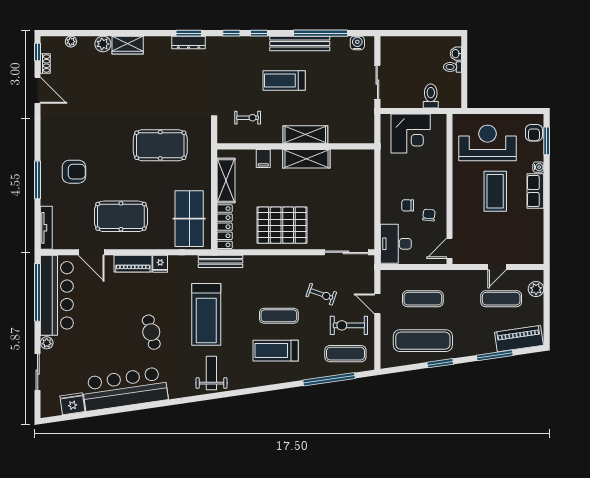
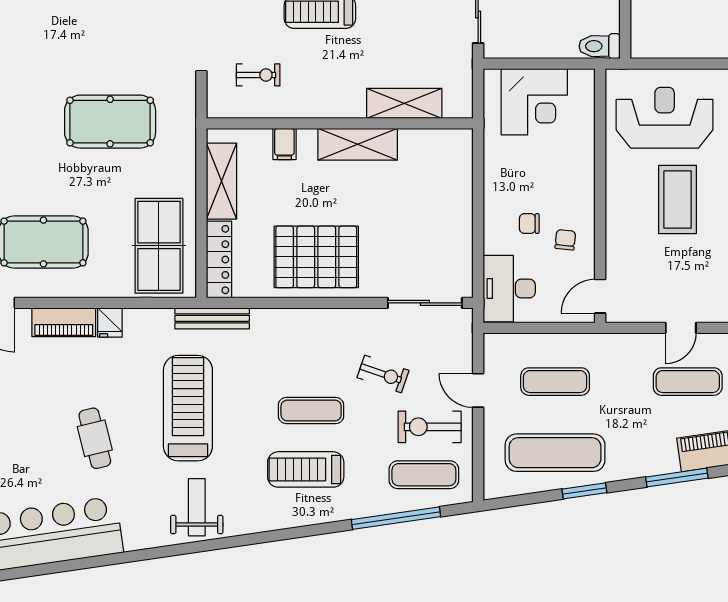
toilet: (431, 96) -> (600, 46), moved, turned -90
shelving: (305, 135) -> (404, 103), moved
treadmill: (206, 314) -> (188, 408), turned 180

